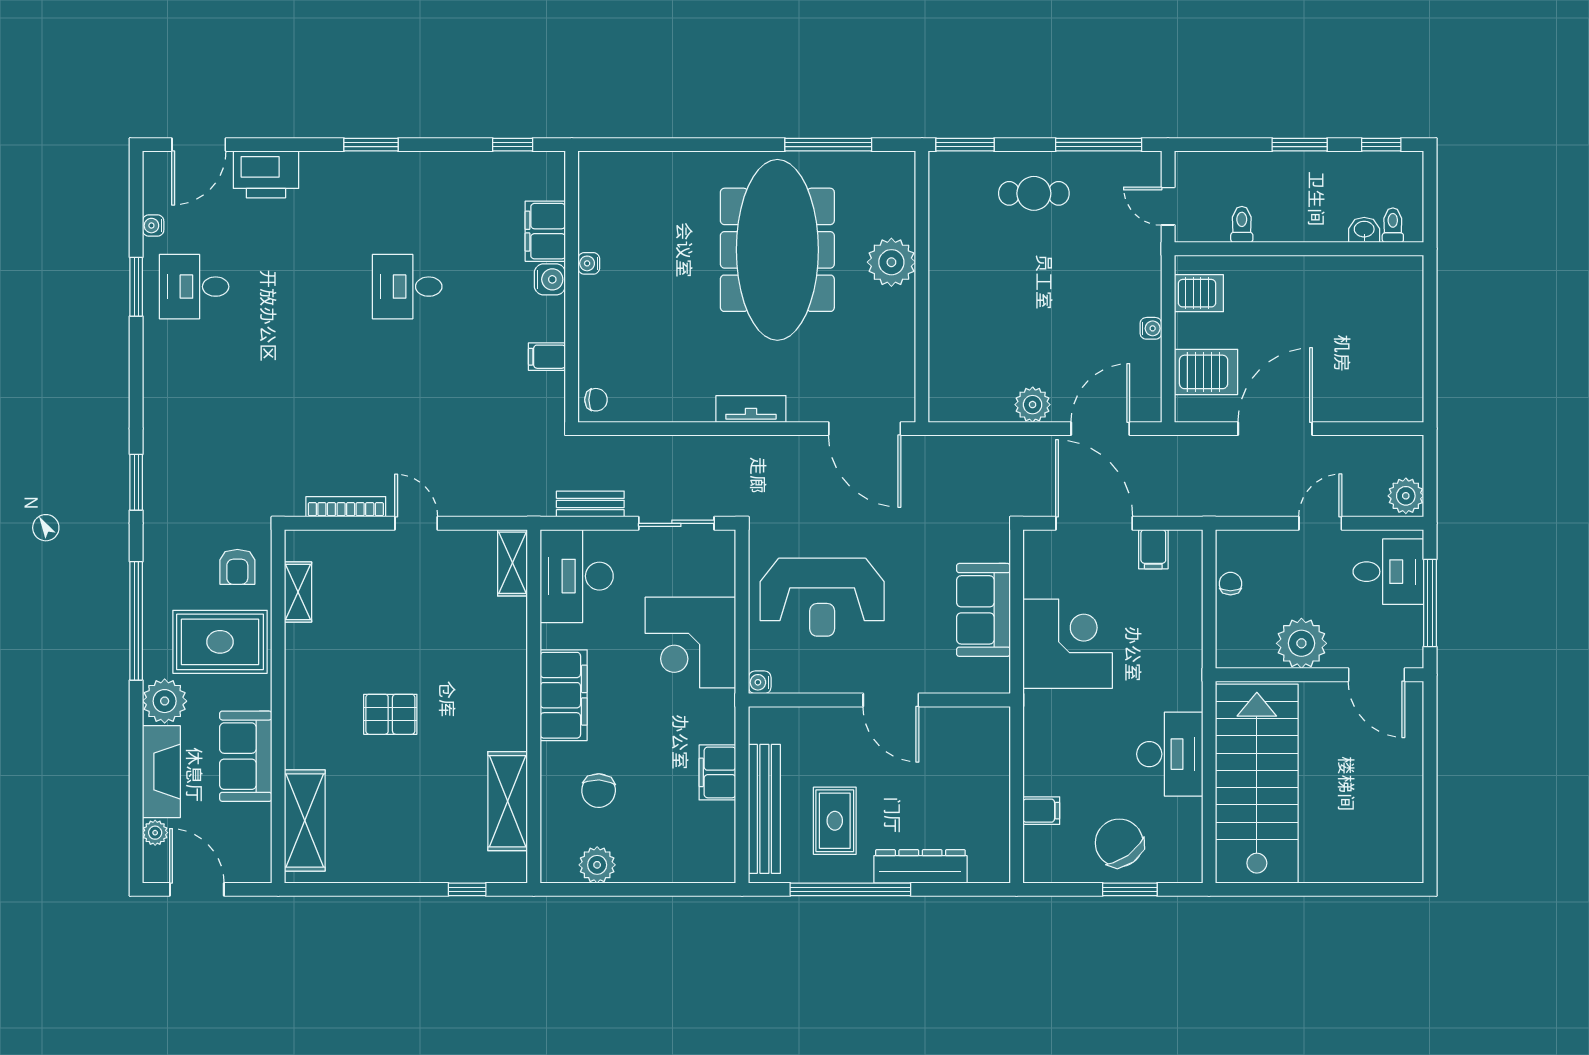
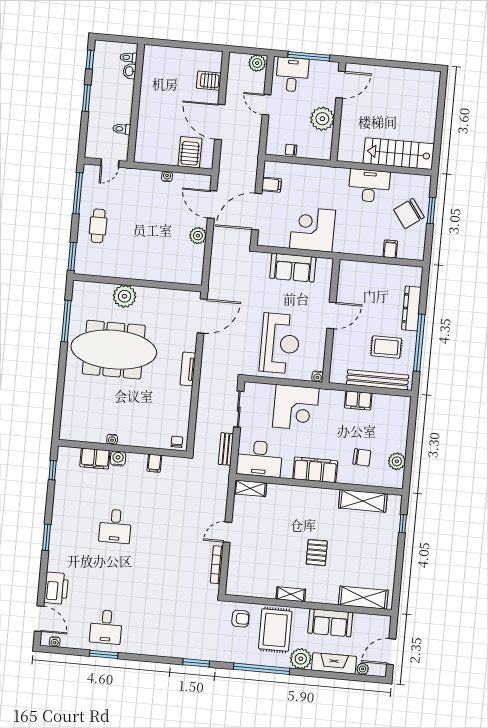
water cooler: (153, 226) -> (55, 642), moved
server rack: (1199, 293) -> (209, 81), moved, turned -90
shelving: (298, 592) -> (291, 594), moved
stairs: (1257, 784) -> (399, 154), width x0.73, depth x0.66

